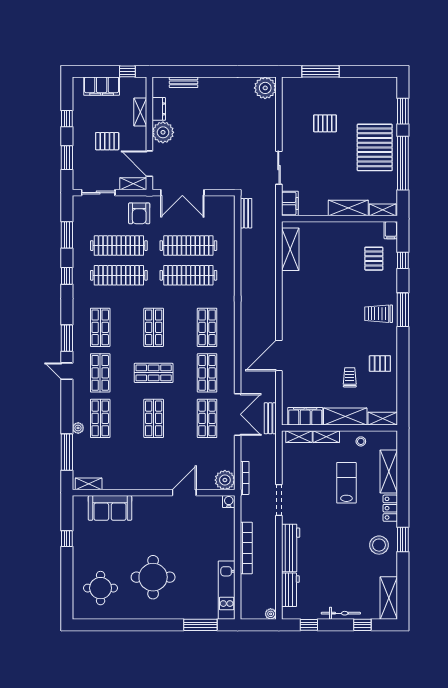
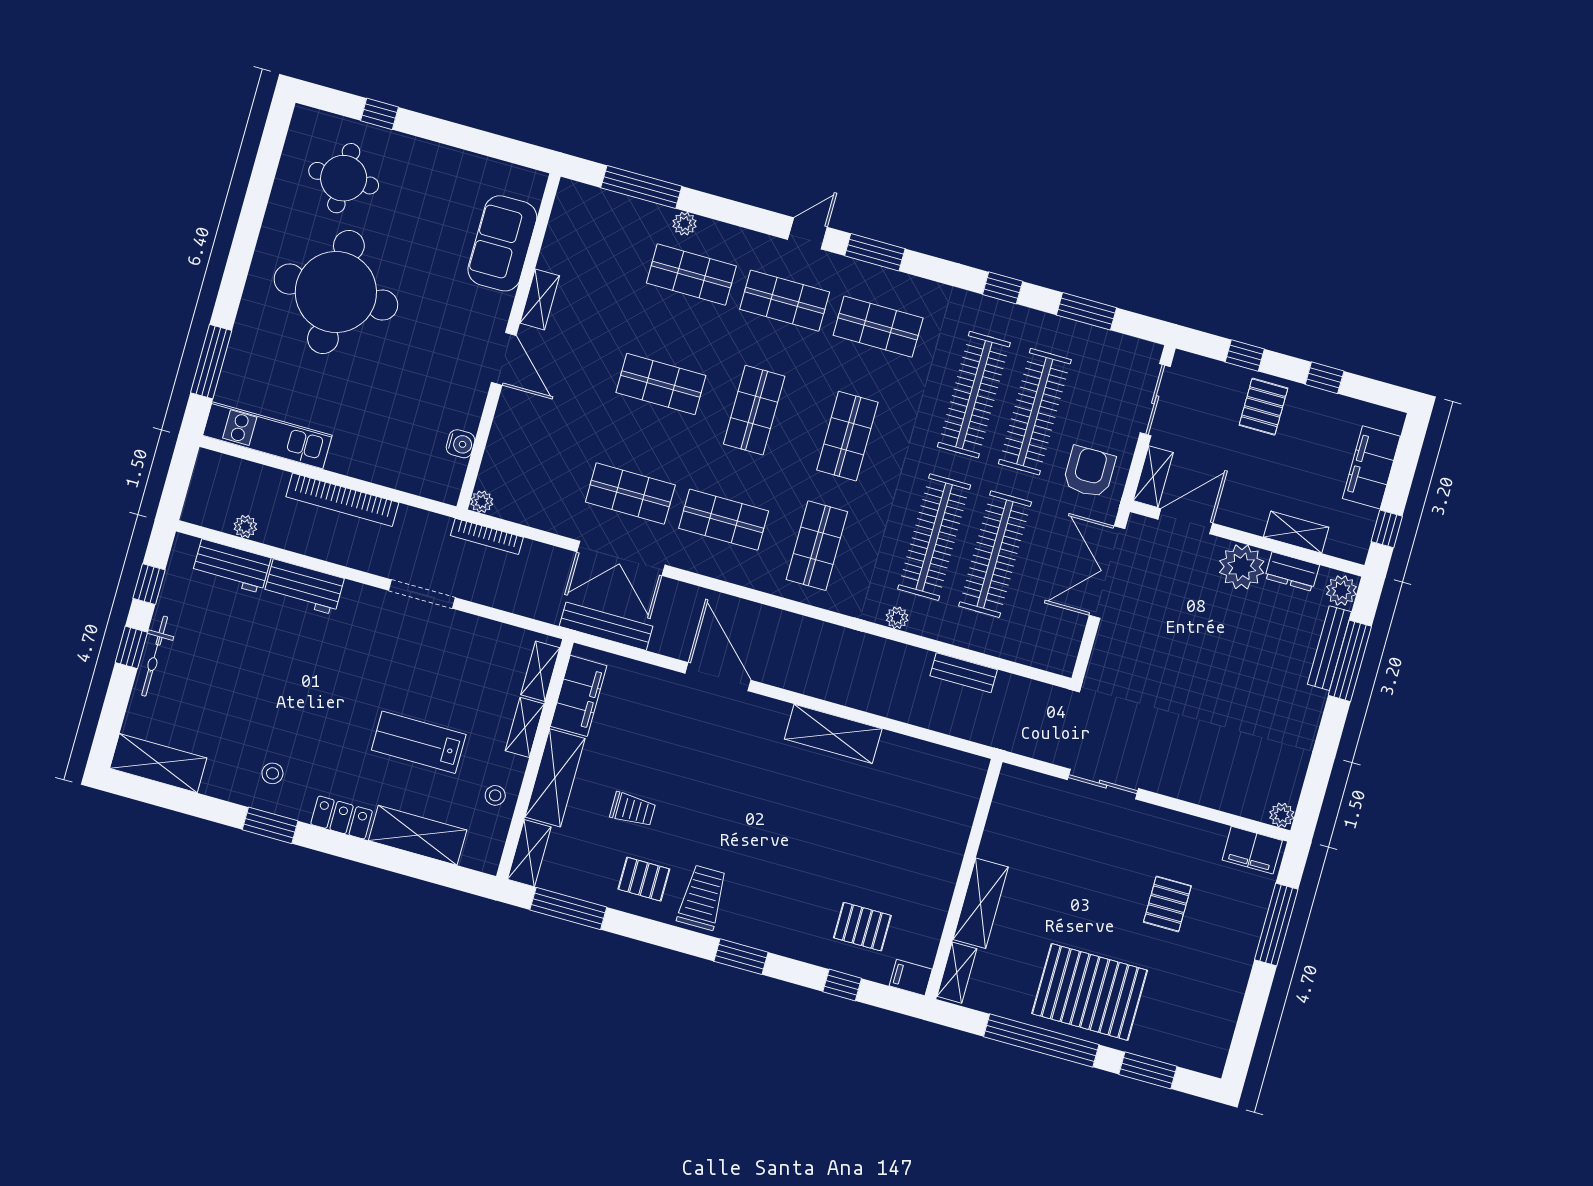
window: (192, 71) -> (1350, 661), added
bench: (184, 82) -> (1329, 648), width x1.36
plant: (161, 84) -> (1341, 590), added
plant: (265, 88) -> (1282, 815), width x0.53, depth x0.53
pallet: (107, 141) -> (1263, 407), moved
window: (67, 158) -> (1245, 355), width x0.67
filing cabinet: (290, 204) -> (1252, 850), moved
armchair: (139, 213) -> (1089, 472), turned 90
bench: (246, 213) -> (964, 673), moved
shelving: (290, 249) -> (833, 734), moved
plant: (230, 282) -> (897, 618), added
window: (403, 310) -> (741, 957), width x0.69
trolley: (379, 314) -> (702, 898), moved
shop shelf: (154, 327) -> (847, 436), turned 90
shop shelf: (207, 327) -> (817, 546), turned 90
pallet: (380, 364) -> (644, 879), turned 90
window: (403, 394) -> (568, 909), added
bench: (270, 418) -> (606, 626), width x1.36
plant: (225, 480) -> (482, 502), width x0.53, depth x0.53
lab bench: (346, 483) -> (419, 742), turned 180
shelving: (89, 484) -> (540, 299), moved
door: (184, 493) -> (504, 359), moved
water cooler: (229, 502) -> (461, 444), moved
window: (67, 539) -> (380, 114), moved
stool: (379, 545) -> (272, 773), width x0.53, depth x0.53
workbench: (291, 548) -> (304, 587), width x0.73
round table: (153, 577) -> (336, 292), width x1.36, depth x1.36
plant: (271, 614) -> (245, 527), moved
window: (362, 625) -> (131, 647), moved

